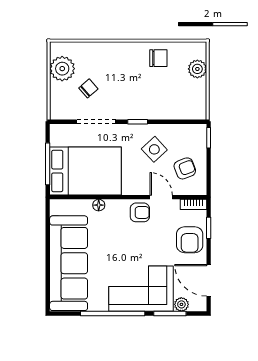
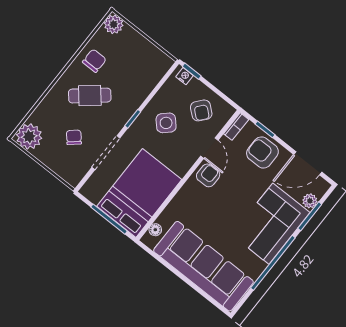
plant: (62, 69) -> (29, 136), moved
plant: (197, 69) -> (114, 24), moved
cafe table: (129, 75) -> (90, 96), added
nightstand: (201, 135) -> (185, 76), added
armchair: (185, 168) -> (201, 110), turned 151
door: (161, 197) -> (209, 148), swing flipped
floor lamp: (99, 205) -> (155, 230), moved
armchair: (190, 240) -> (262, 152), turned 180

